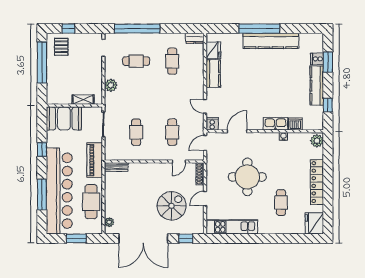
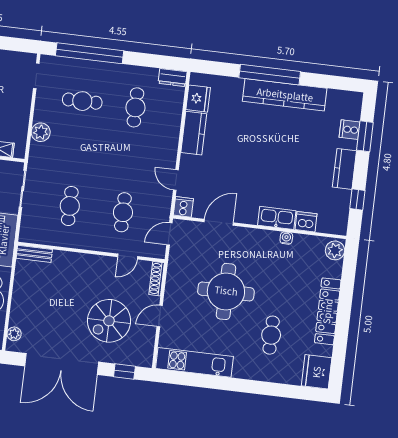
kitchen counter: (317, 86) -> (344, 169), width x0.67
spiral stairs: (172, 206) -> (109, 321), turned 180

